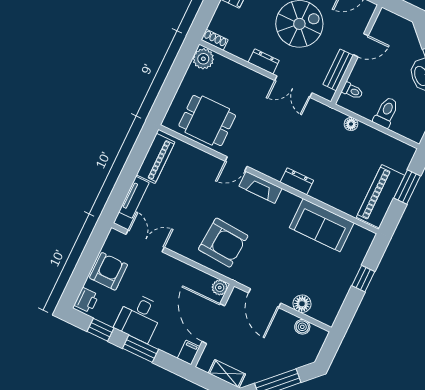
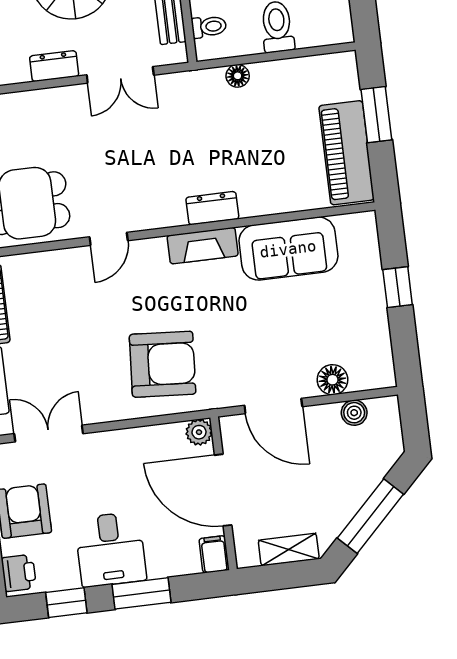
fireplace: (260, 187) -> (203, 246), moved

